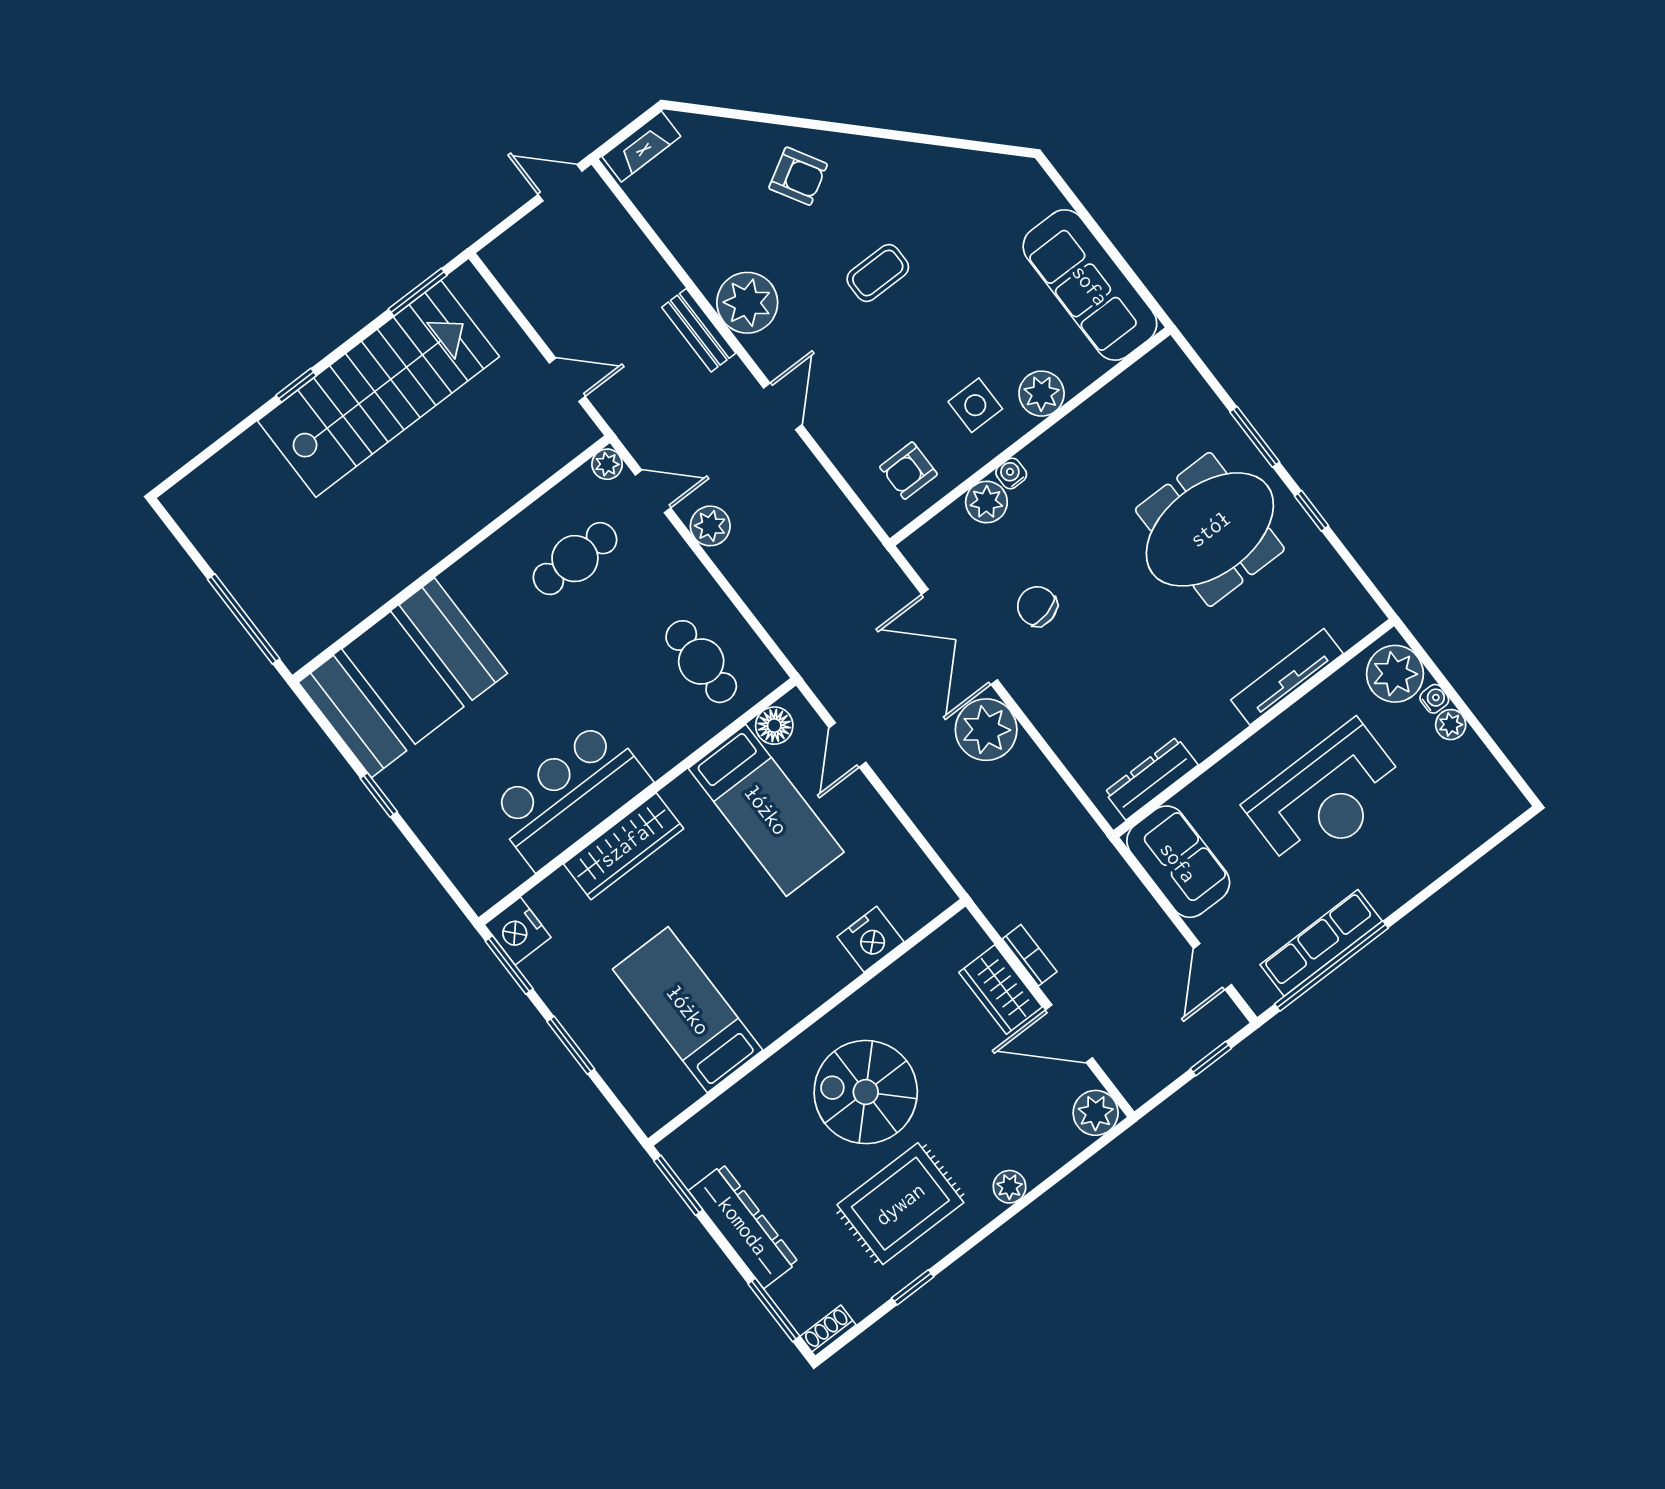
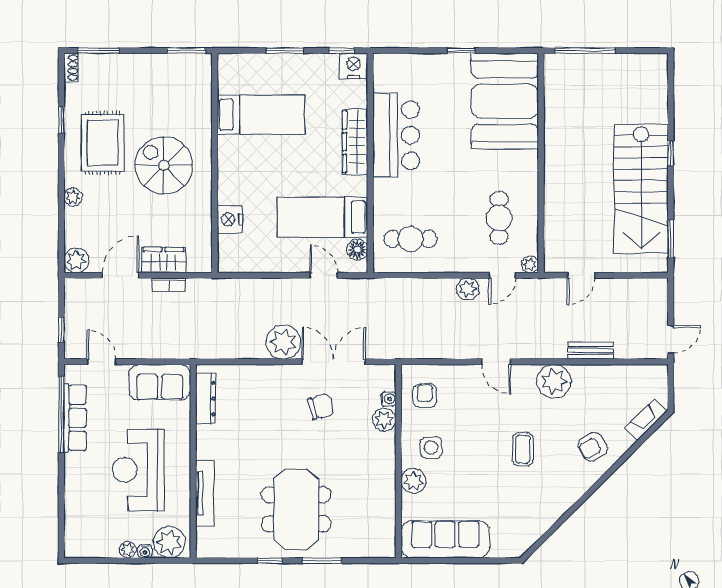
fireplace: (641, 146) -> (646, 420), moved, turned 45
bench: (699, 330) -> (591, 351), moved
water cooler: (1011, 473) -> (388, 399), moved
window: (509, 965) -> (341, 51), width x0.67
spiral stairs: (866, 1092) -> (164, 165), turned -90
dresser: (743, 1226) -> (146, 66), removed

